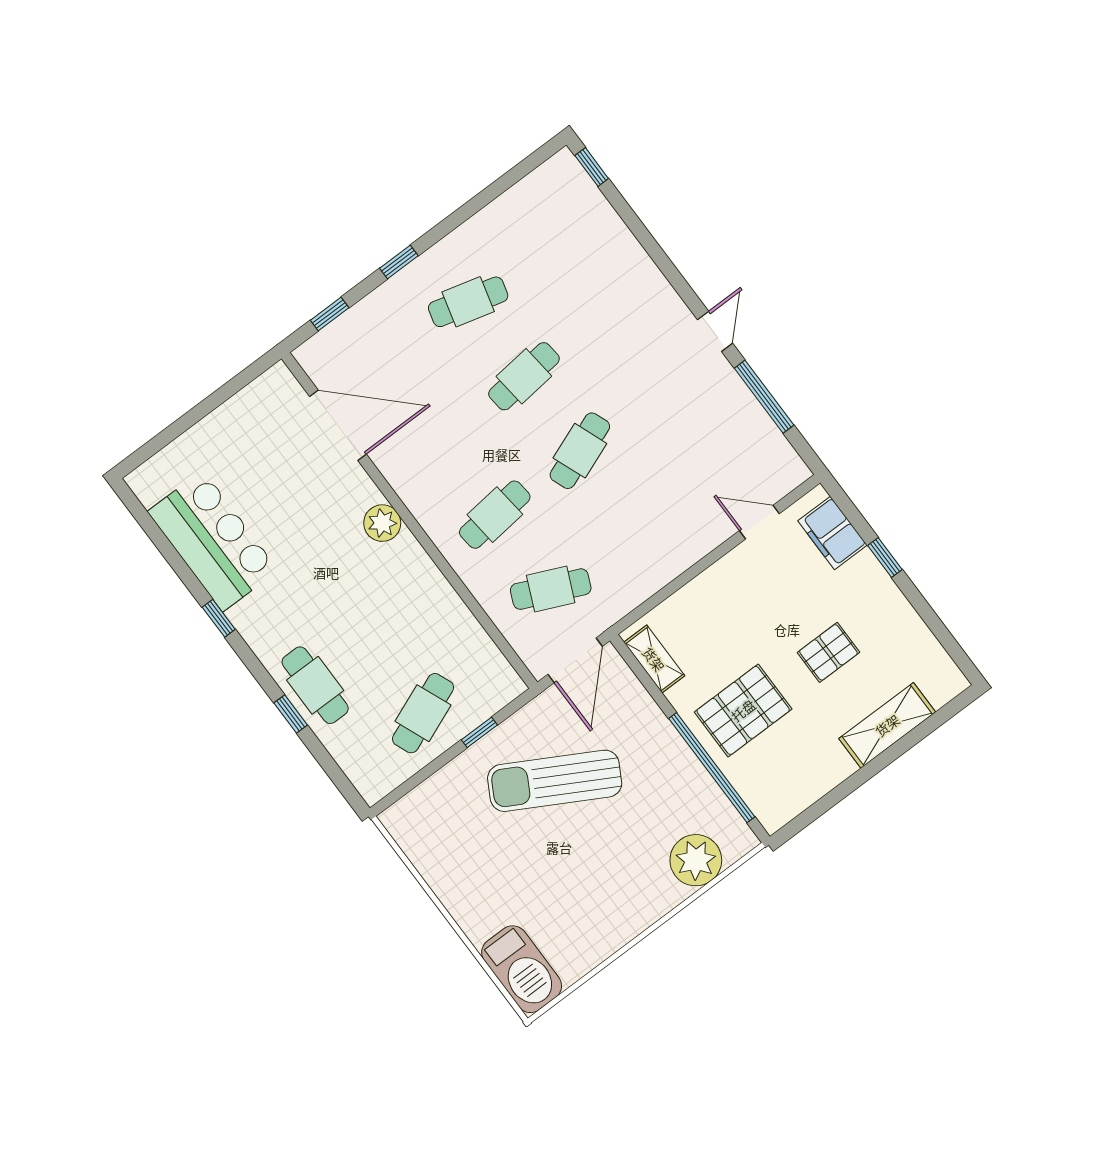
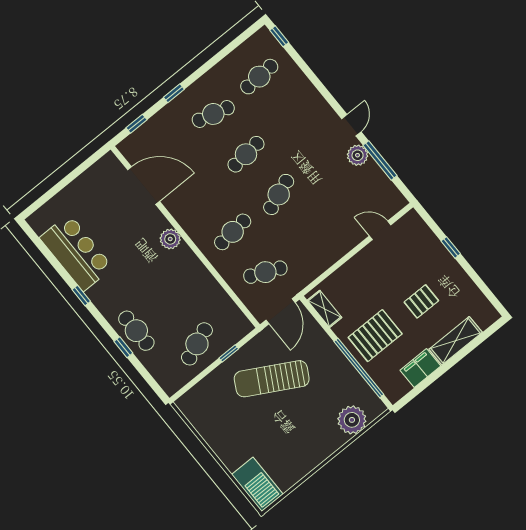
cafe table: (553, 238) -> (259, 77), added
plant: (724, 386) -> (358, 155), added
filing cabinet: (833, 533) -> (420, 368), moved, turned 90

